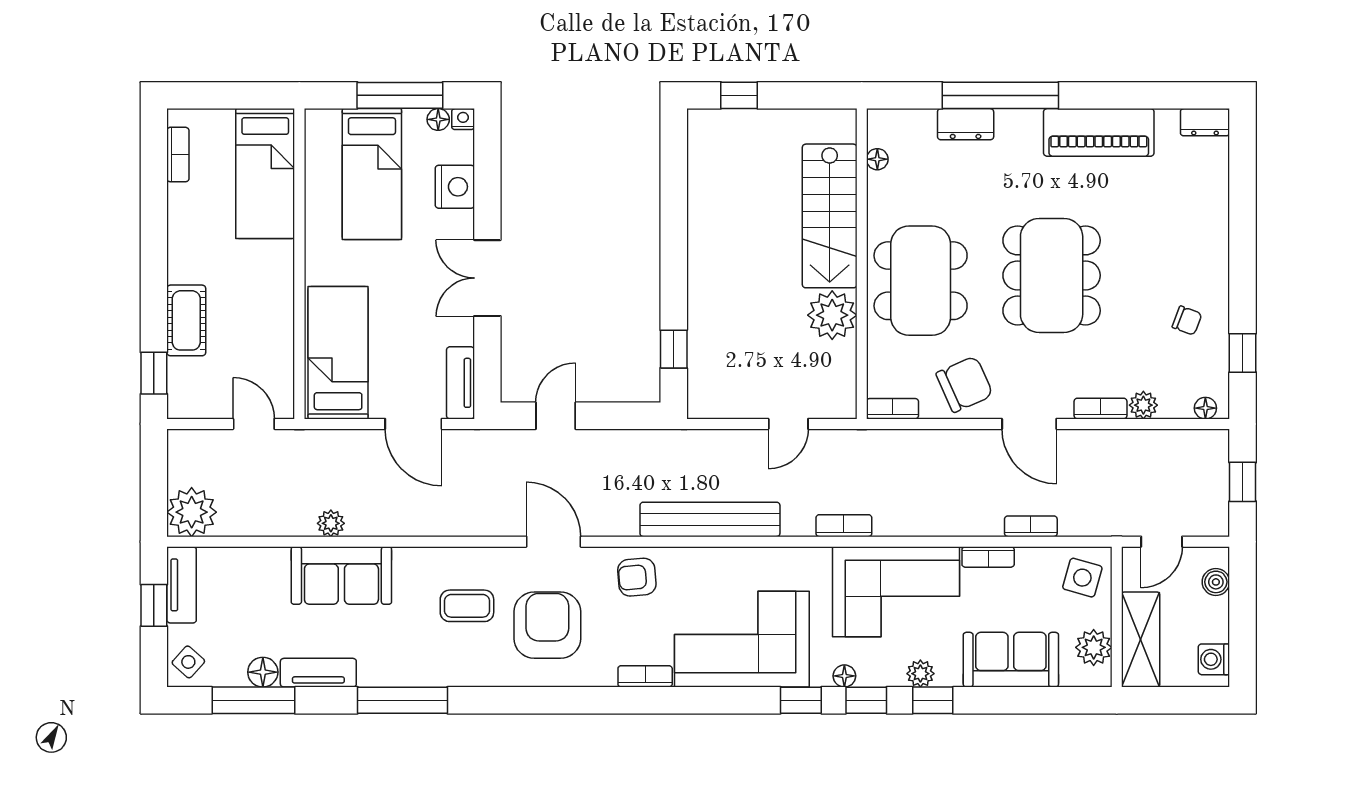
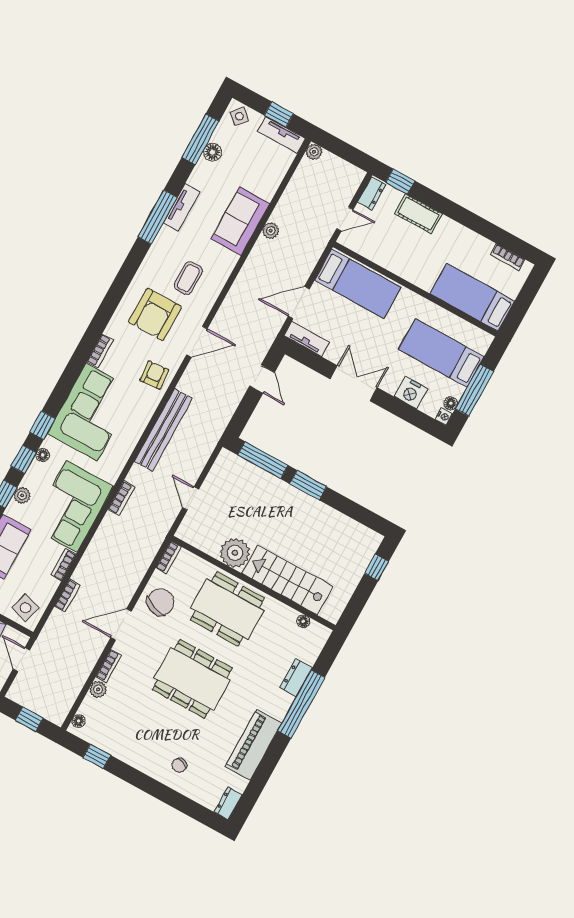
window: (674, 262) -> (308, 485), added
chair: (1187, 321) -> (179, 765), moved
window: (674, 349) -> (263, 460), width x2.17
chair: (965, 384) -> (161, 602), turned -136
dresser: (194, 405) -> (372, 193), added
plant: (192, 512) -> (314, 152), width x0.53, depth x0.53
armchair: (547, 625) -> (155, 314), turned 90
tv unit: (318, 673) -> (182, 207), moved

